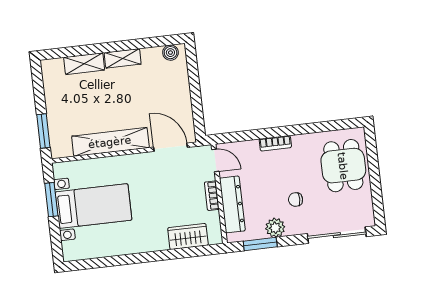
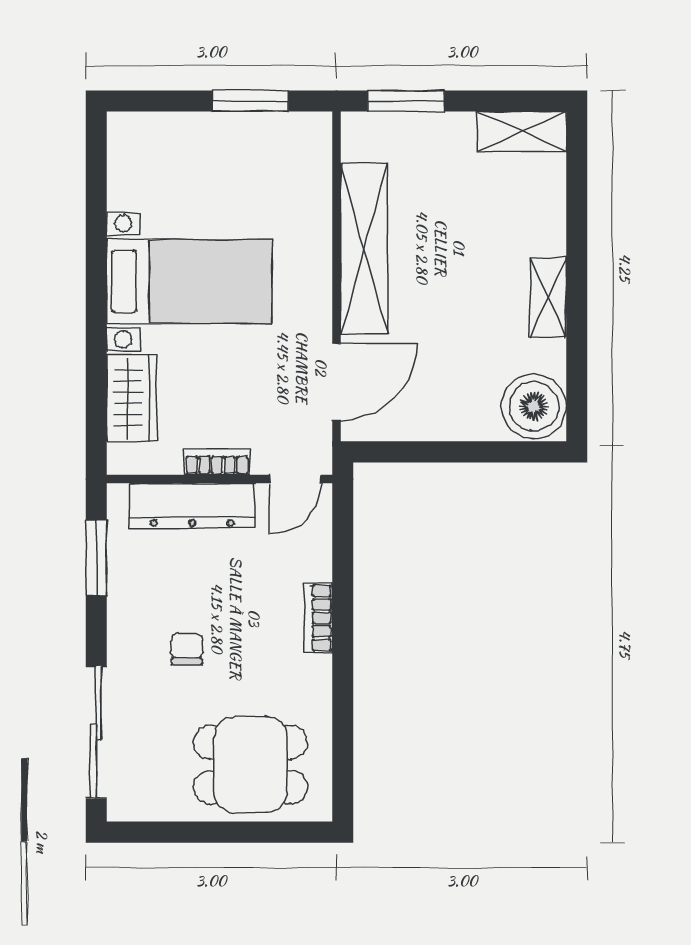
boiler: (170, 53) -> (534, 406), width x1.86, depth x1.86
shelving: (84, 64) -> (522, 131), moved, turned 90
bed with nightstands: (93, 206) -> (189, 281), moved, turned -90
plant: (275, 228) -> (129, 596), removed

